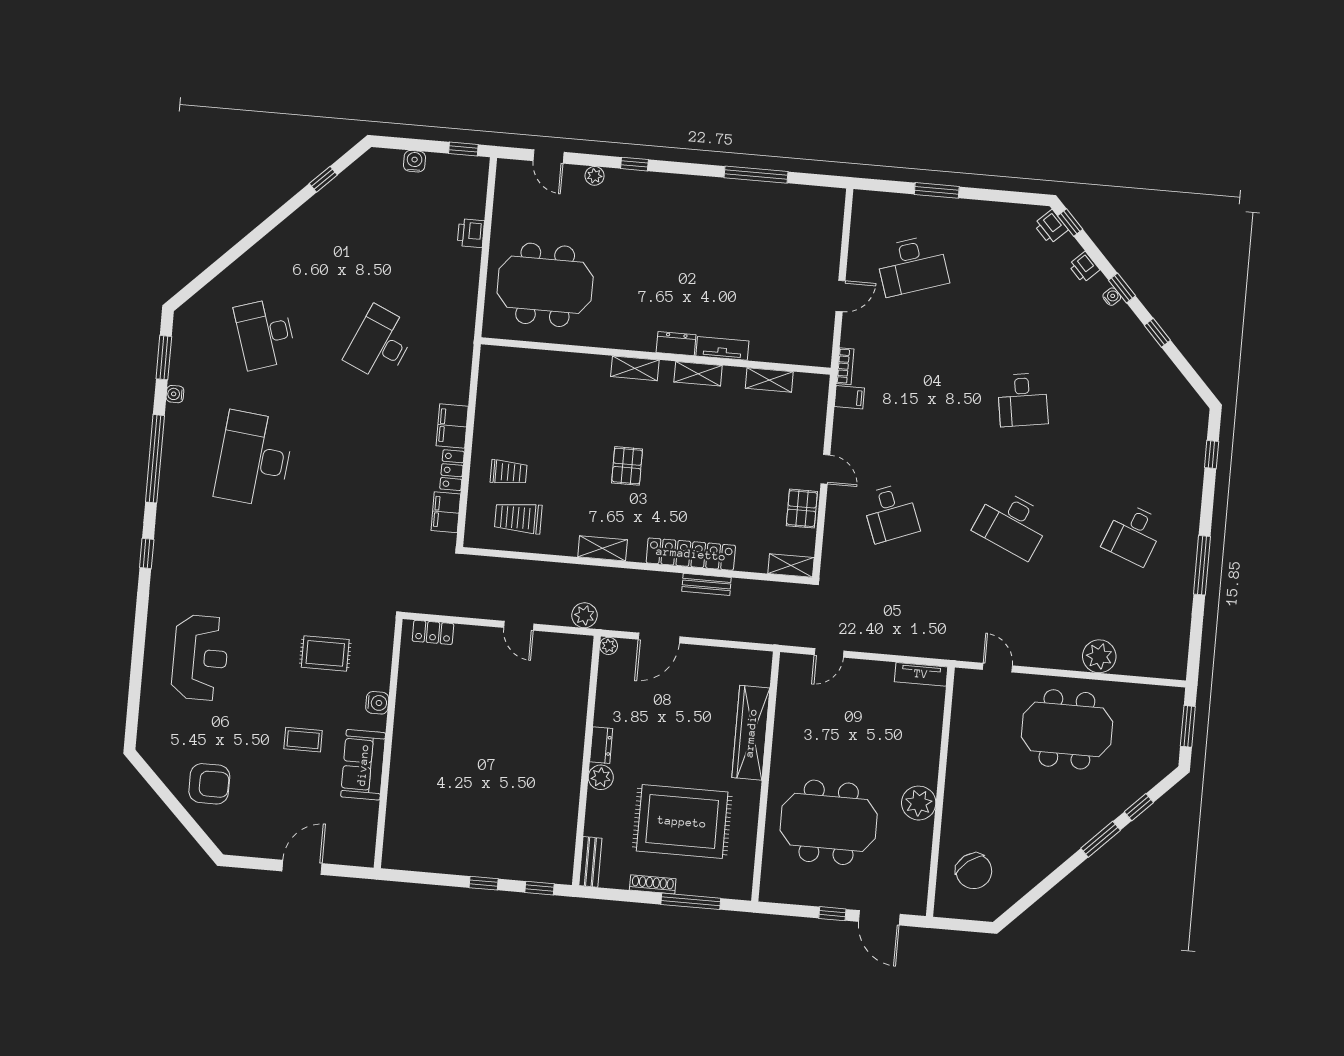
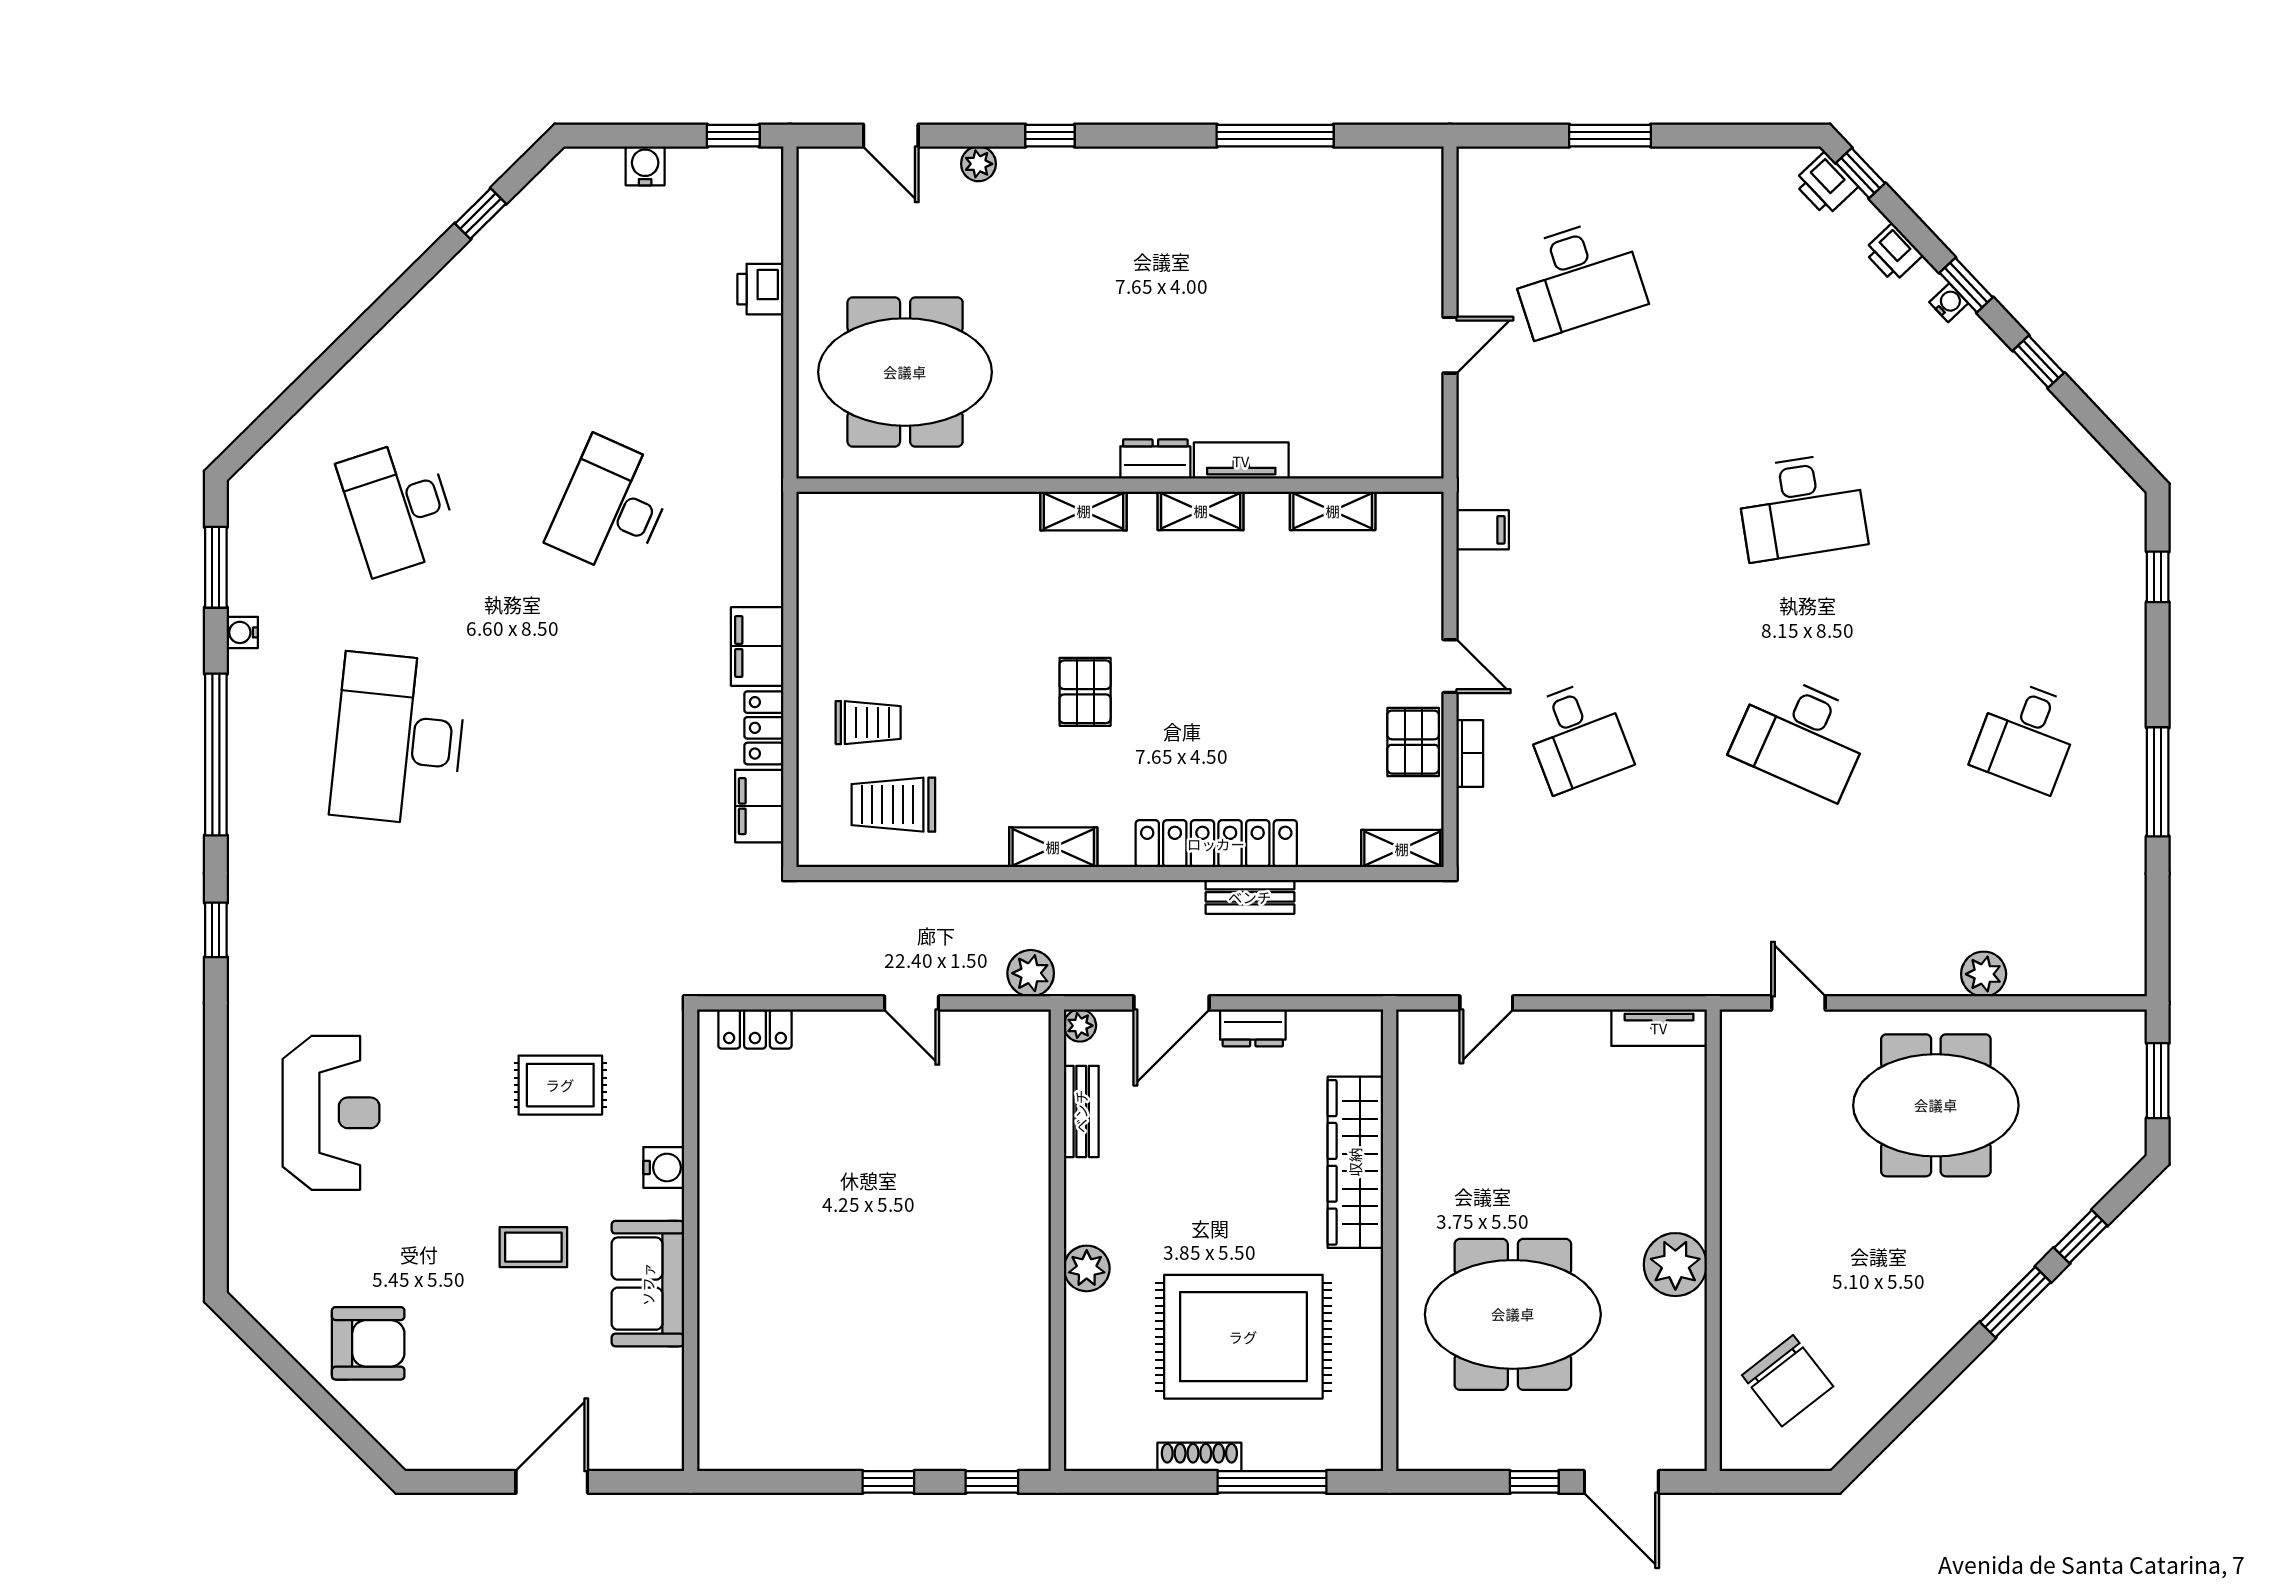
bookcase: (845, 366) -> (1470, 753), moved
desk: (1023, 400) -> (1802, 507), width x1.37
plant: (1099, 656) -> (1984, 974), width x0.73, depth x0.73
dresser: (601, 745) -> (1253, 1028), moved, turned 90
bench: (590, 862) -> (1081, 1111), moved

